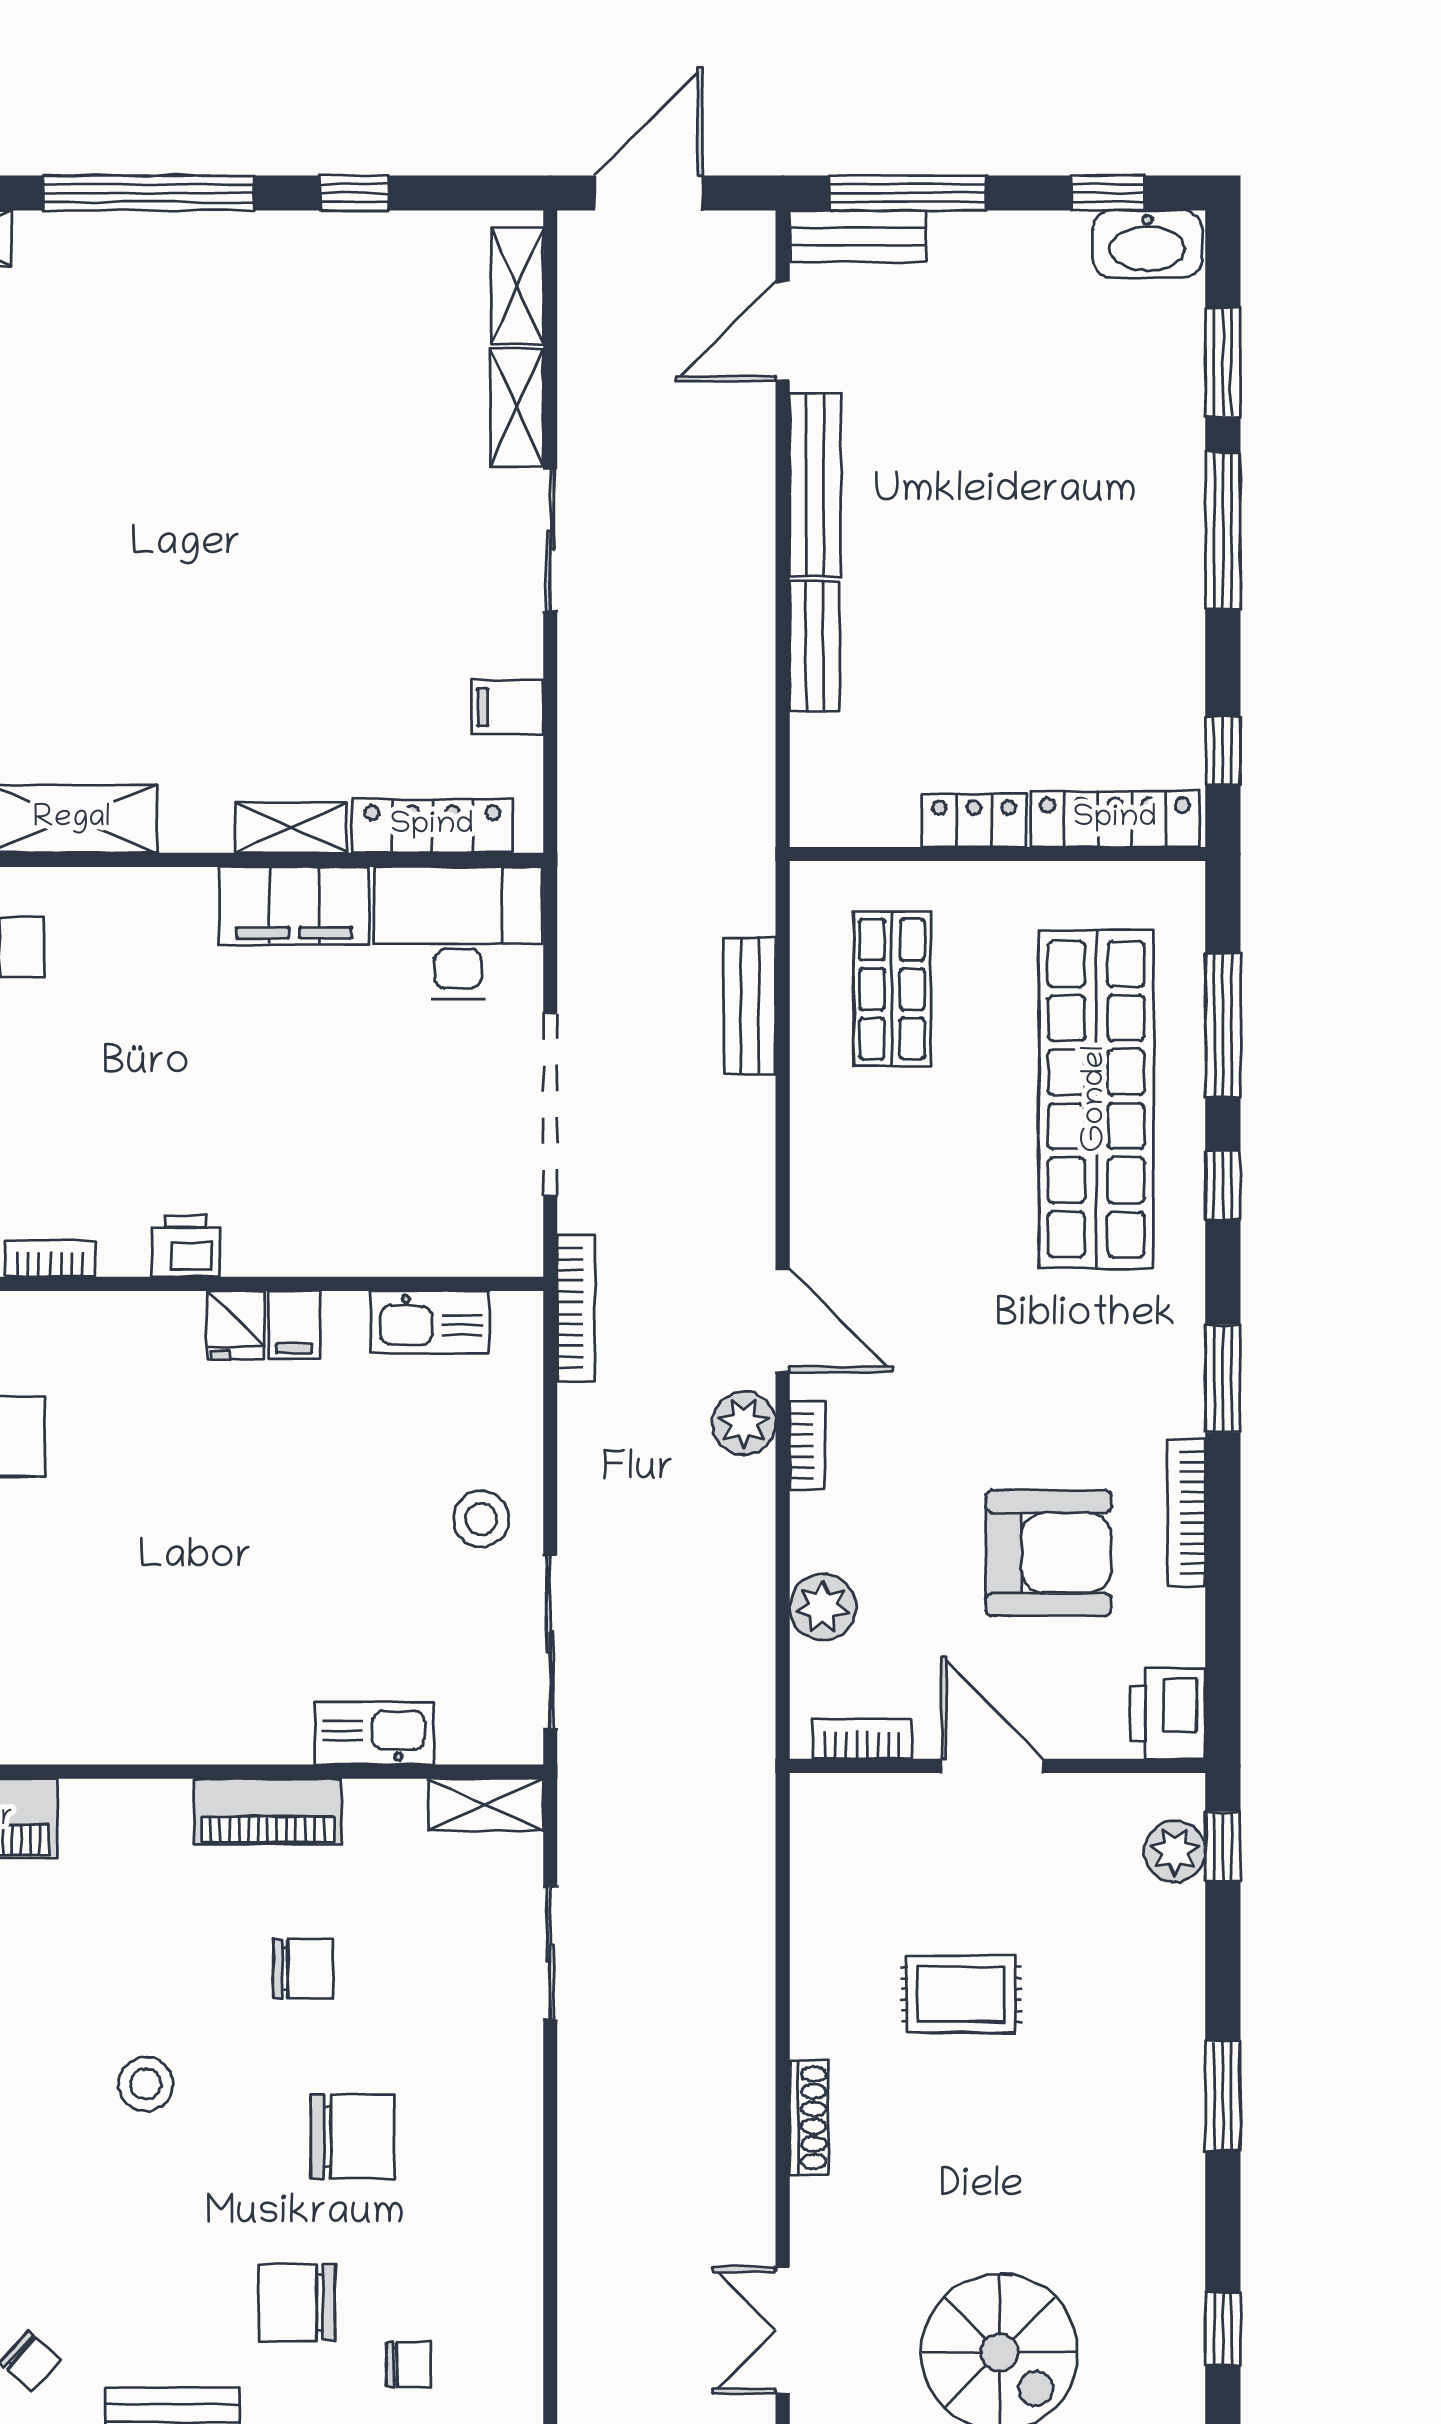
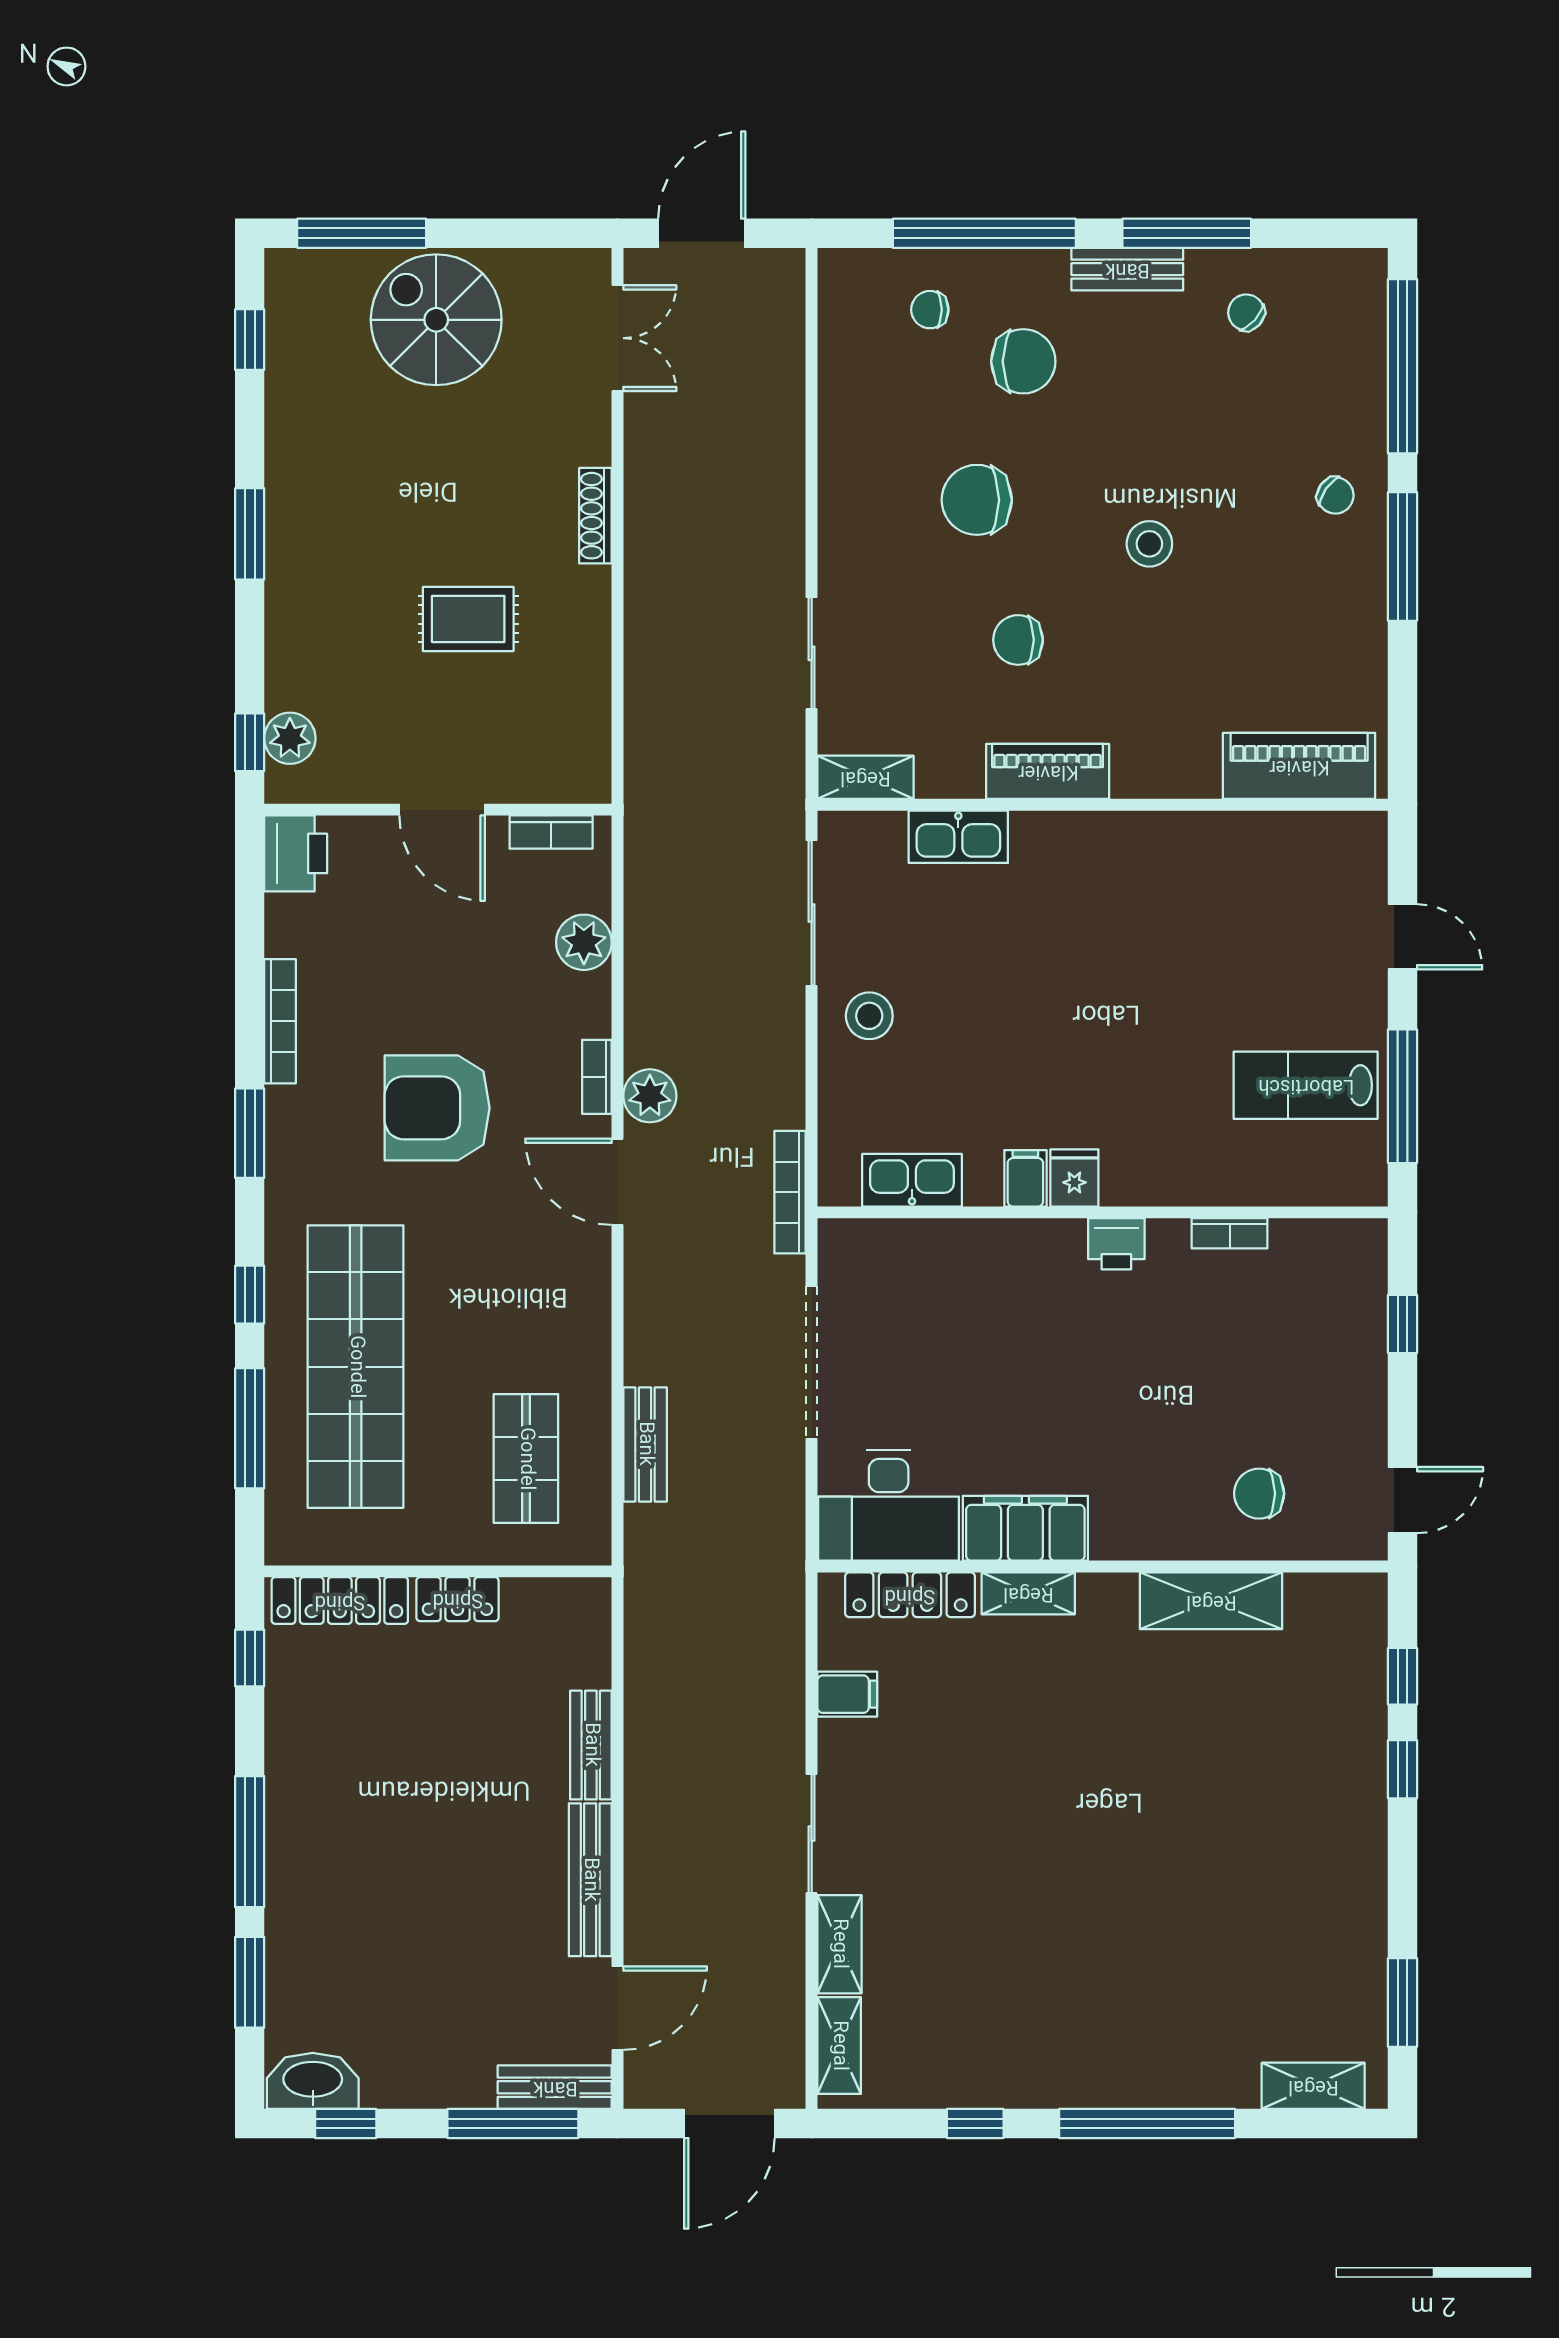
armchair: (1049, 1553) -> (437, 1108), moved

